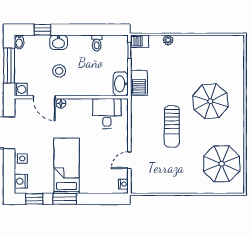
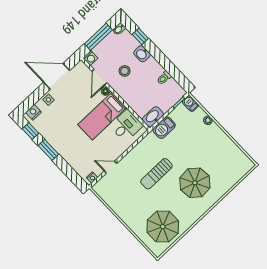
bed: (67, 166) -> (102, 116), moved, turned 180

